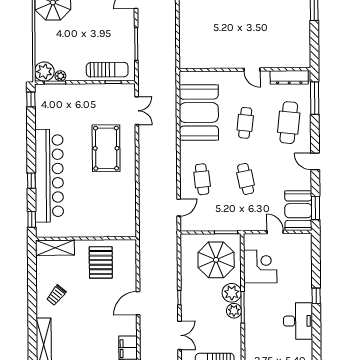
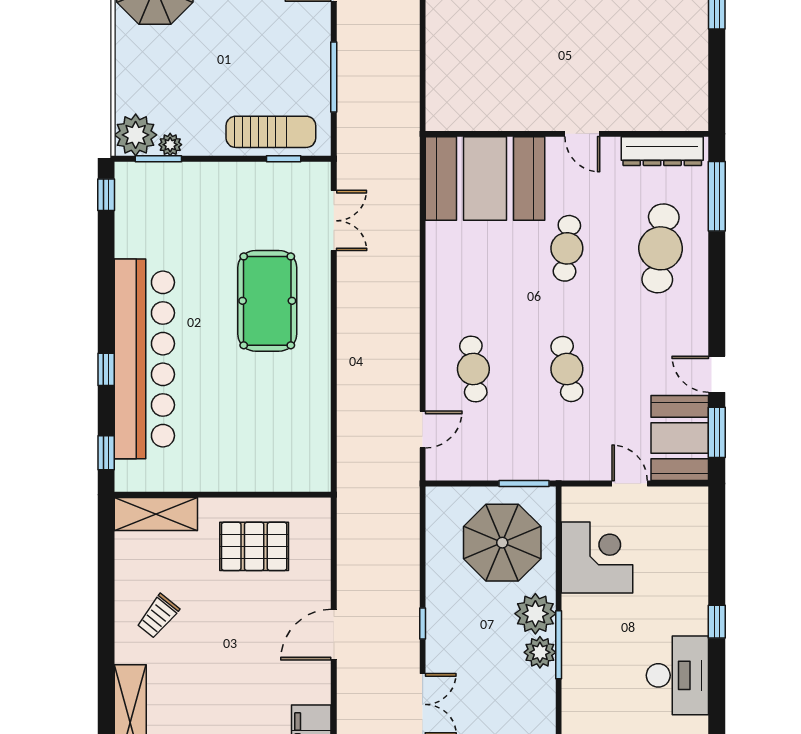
booth: (199, 113) -> (485, 178), moved, turned 90
door: (315, 161) -> (717, 374), moved
pallet: (101, 262) -> (254, 546), turned 90

